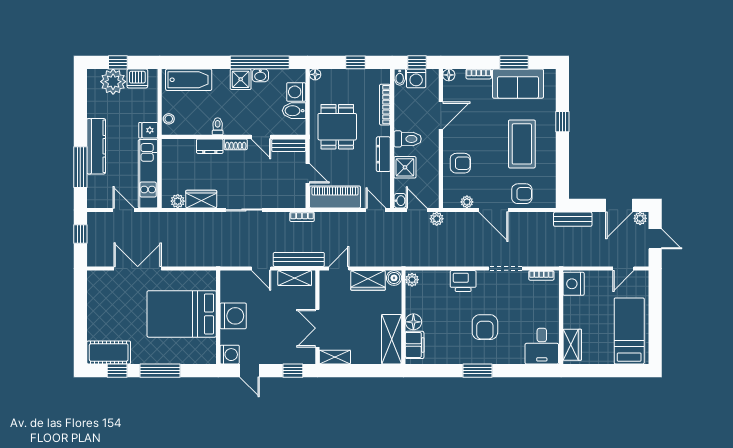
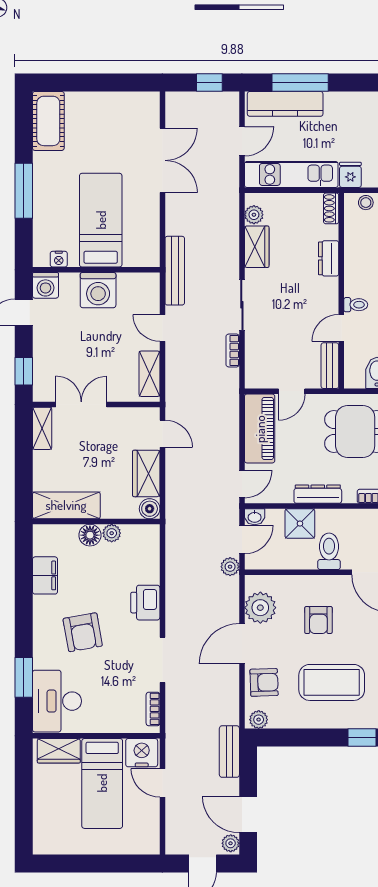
toilet: (218, 126) -> (356, 305), moved
toilet: (408, 139) -> (329, 551), moved, turned 180
shoe rack: (236, 144) -> (331, 208), moved
kitchen counter: (96, 146) -> (285, 104), moved
armchair: (460, 163) -> (318, 620), moved
armchair: (522, 194) -> (264, 682), turned -92
plant: (549, 198) -> (259, 720), added
plant: (467, 202) -> (260, 608), width x1.88, depth x1.88
bookcase: (302, 217) -> (233, 351), moved
bench: (299, 259) -> (175, 271), moved
door: (261, 269) -> (162, 328), hinge flipped
door: (623, 269) -> (162, 783), moved
plant: (412, 280) -> (112, 533), moved
bed: (182, 314) -> (101, 220), width x0.67
armchair: (485, 327) -> (83, 632), turned -100
bed: (629, 331) -> (102, 783), moved, turned 90
nightstand: (210, 345) -> (59, 259), added
filing cabinet: (415, 345) -> (45, 575), moved, turned -90
desk: (542, 346) -> (57, 701), width x1.37
window: (117, 371) -> (24, 132), removed
window: (477, 371) -> (24, 677), moved

